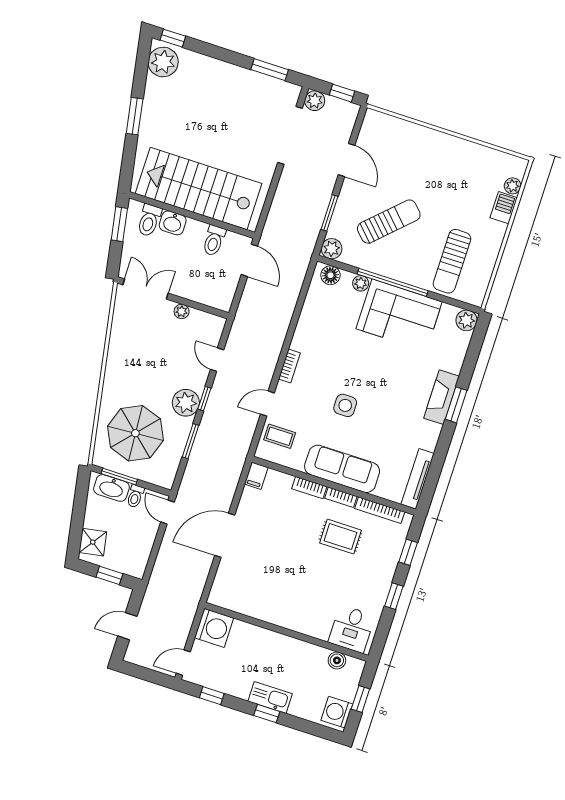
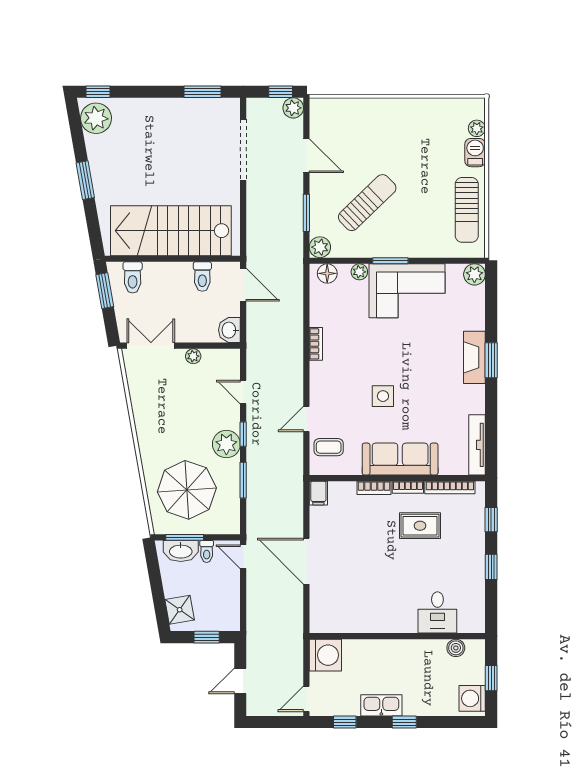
plant: (315, 101) -> (293, 108), moved
washbasin: (173, 223) -> (229, 330), moved, turned 90
sun lounger: (452, 261) -> (467, 210), moved
window: (393, 282) -> (390, 261), width x0.47
bookcase: (289, 366) -> (316, 344), moved
door: (225, 535) -> (306, 561), hinge flipped
desk: (352, 629) -> (437, 612), moved
kitchen sink: (270, 697) -> (381, 705), moved

